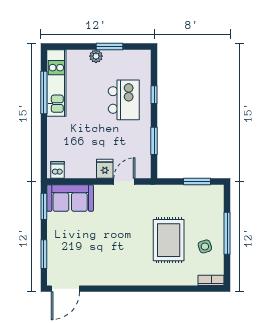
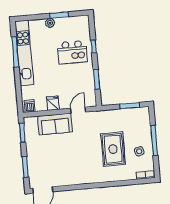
kitchen unit: (56, 83) -> (24, 53), width x1.36
kitchen island: (124, 100) -> (72, 52), turned 90
fridge: (105, 169) -> (53, 103), moved
sofa: (70, 198) -> (55, 124), moved

